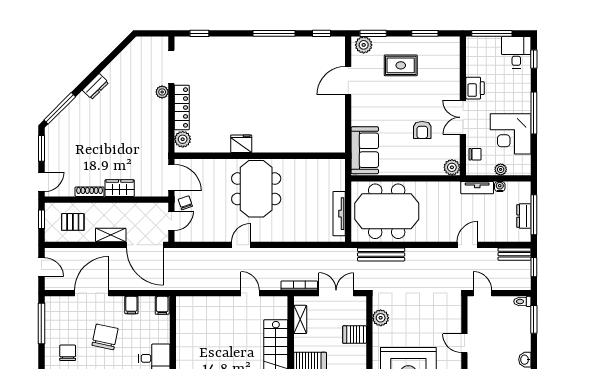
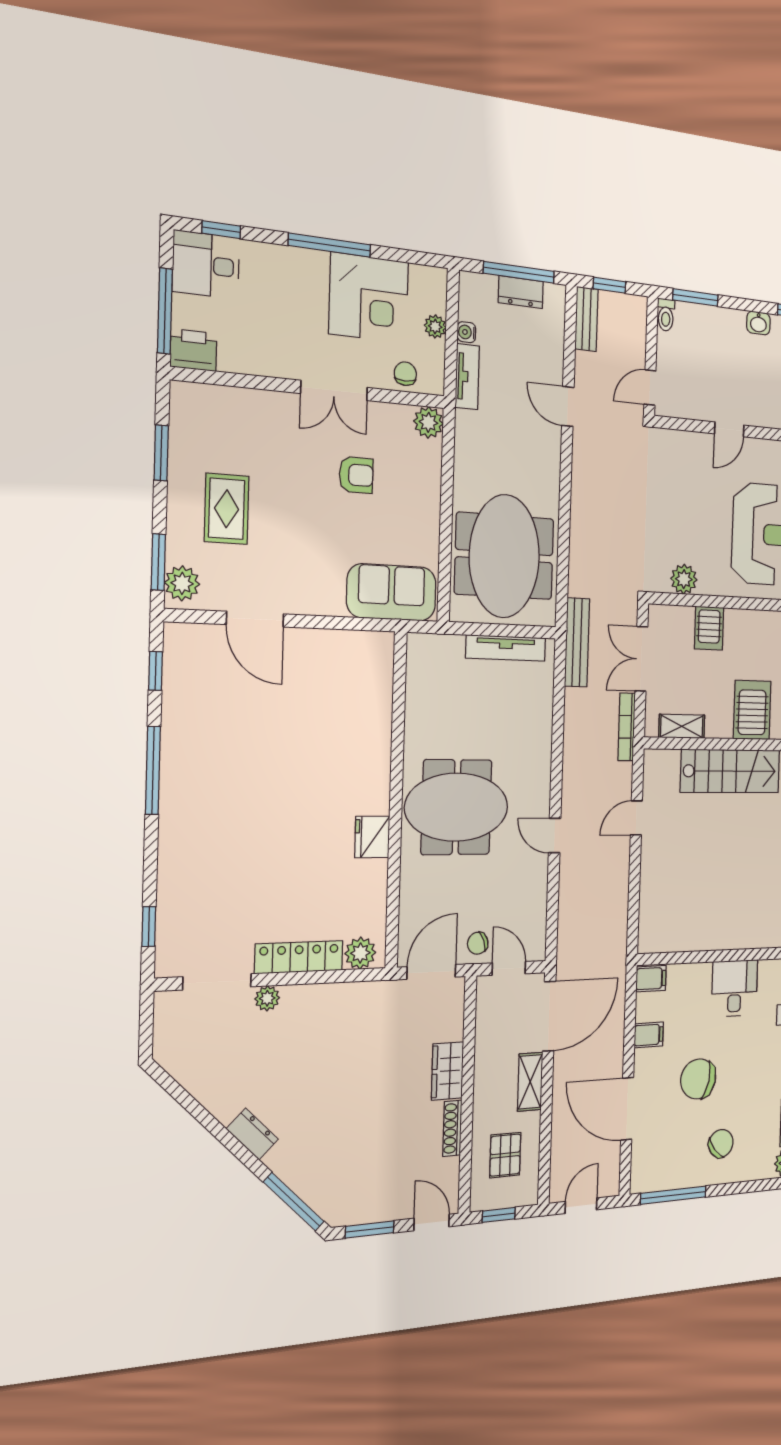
printer: (475, 88) -> (193, 350), moved
bench: (381, 254) -> (577, 642), moved
chair: (68, 353) -> (721, 1143), turned 141

